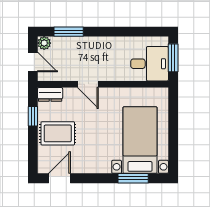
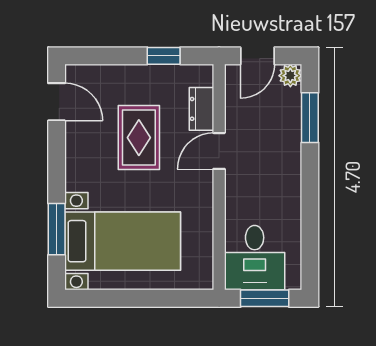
dresser: (50, 94) -> (201, 109), moved
rug: (58, 133) -> (139, 138), moved

